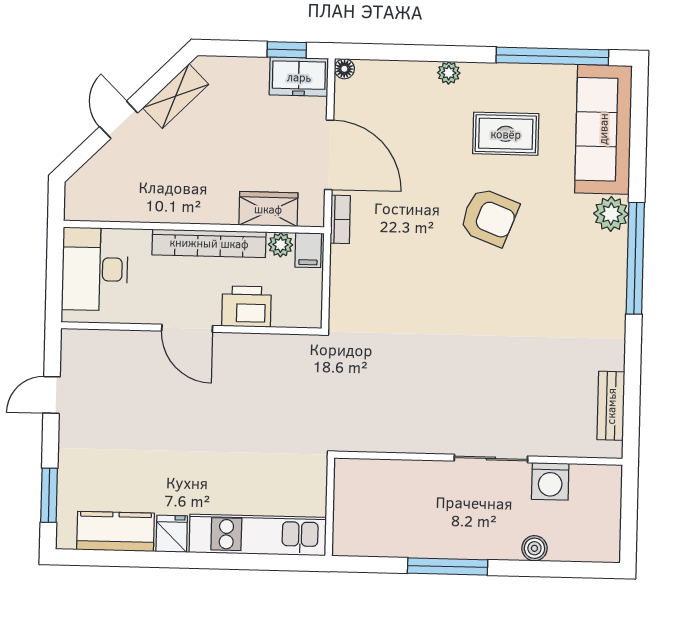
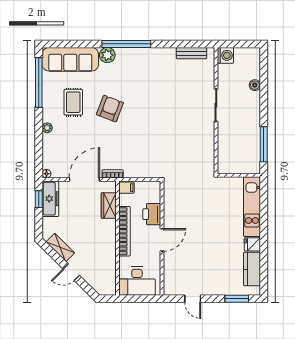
freezer: (299, 77) -> (50, 199), width x1.40
plant: (281, 245) -> (124, 200), removed
washing machine: (550, 481) -> (225, 55), moved
window: (448, 566) -> (264, 144), moved

